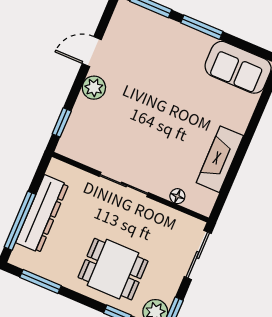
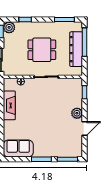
dining table: (113, 269) -> (42, 50), moved

